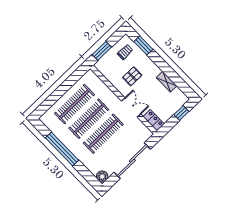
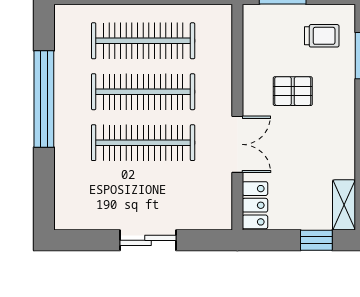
shelving: (166, 82) -> (344, 205), moved
sliding door: (132, 161) -> (148, 240), width x0.54
plant: (102, 176) -> (68, 216), removed

